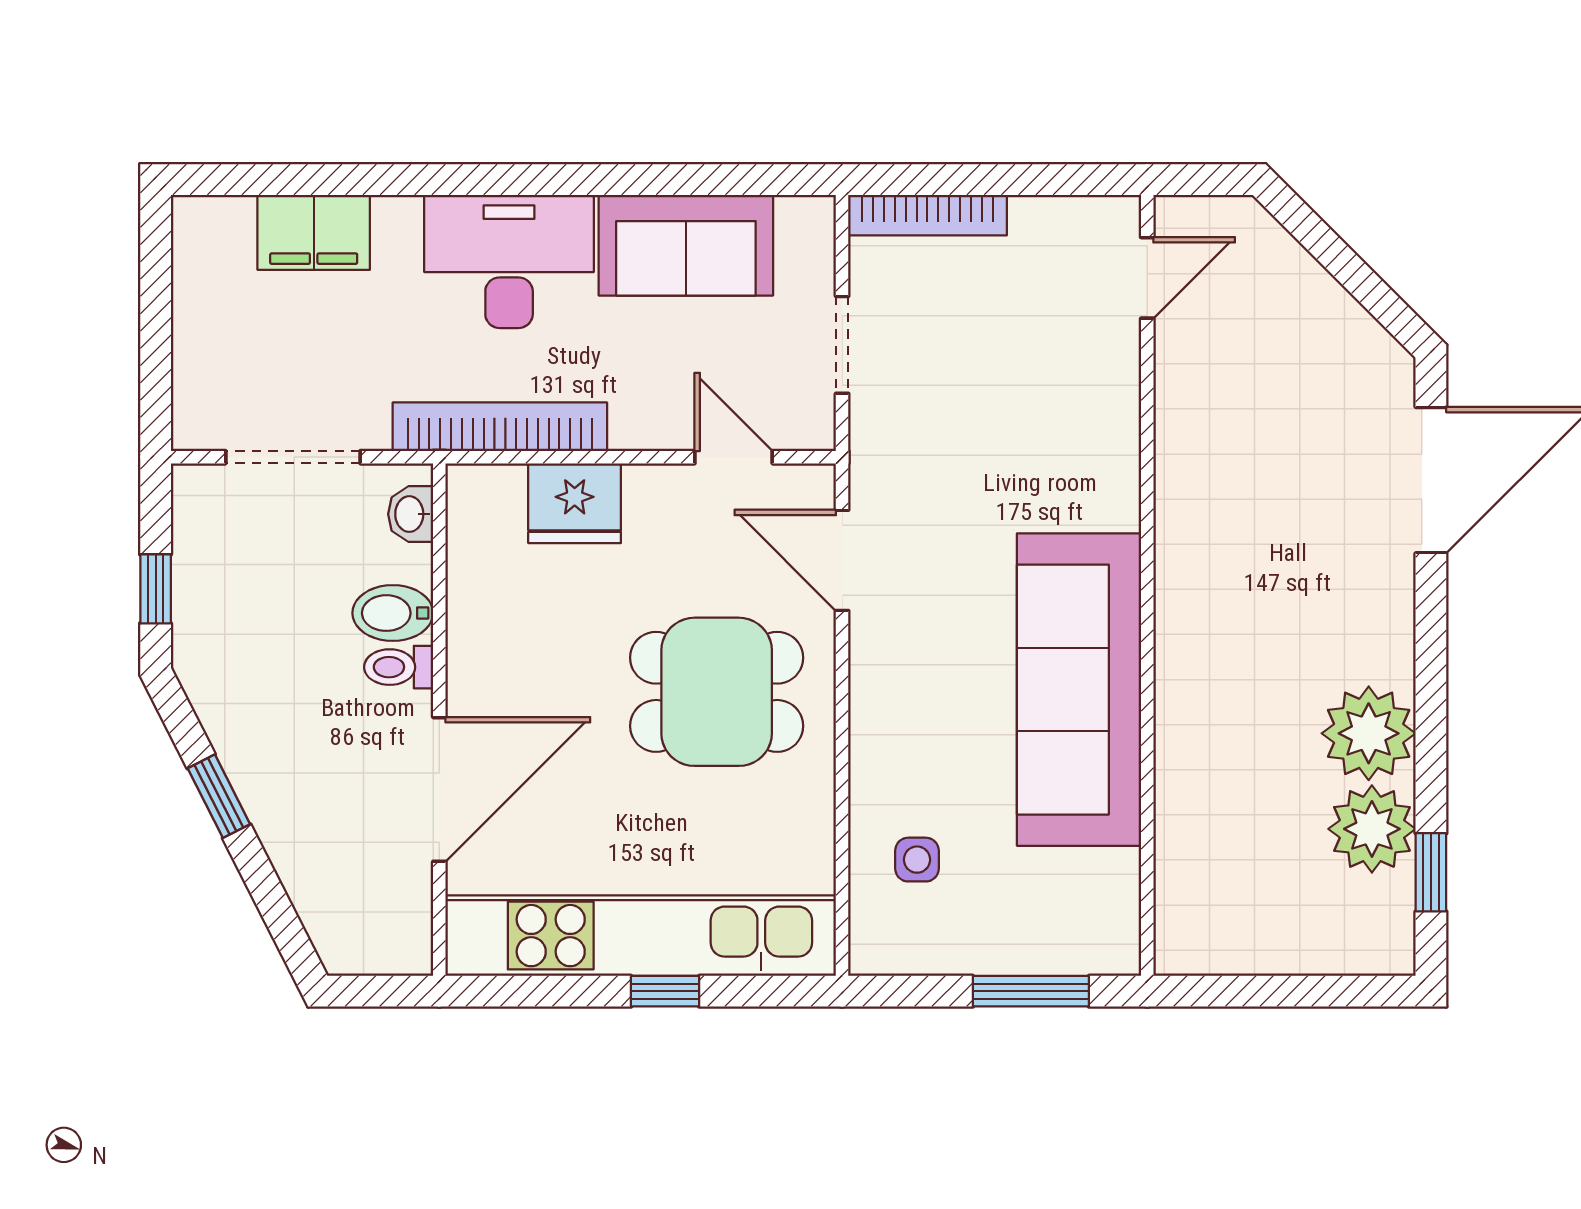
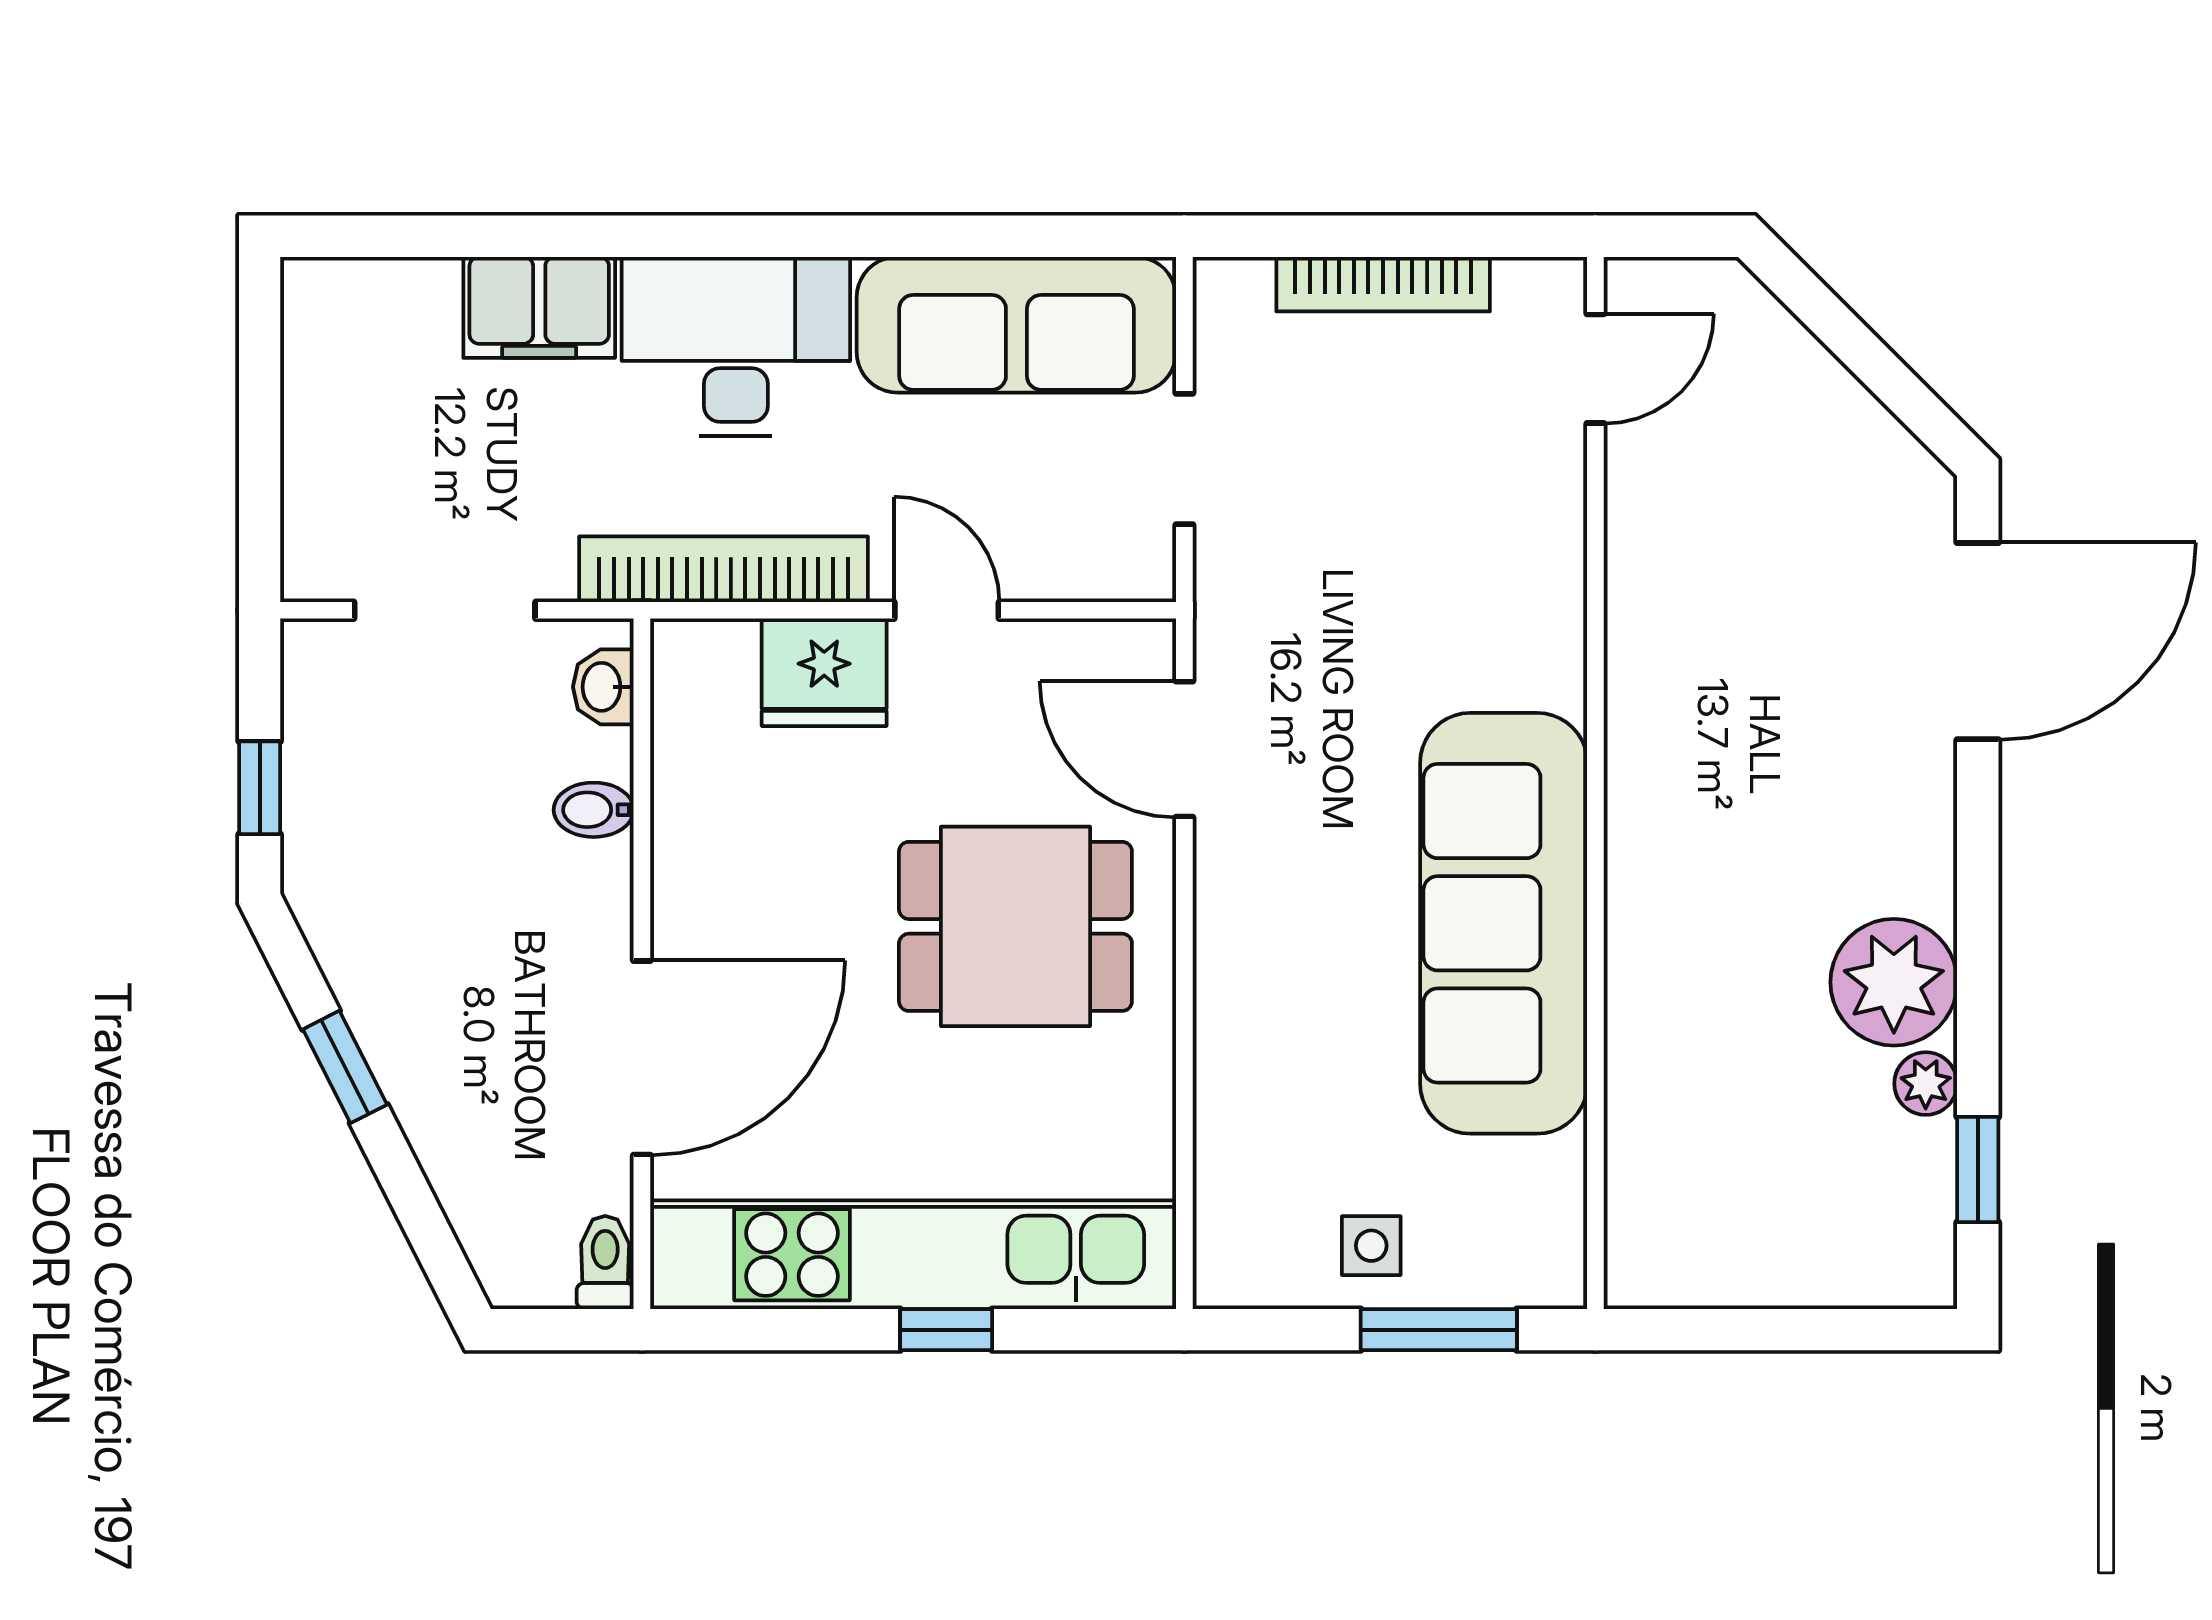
bookcase: (927, 215) -> (1383, 284), moved
filing cabinet: (314, 232) -> (539, 307), moved
sofa: (686, 245) -> (1016, 325), width x1.36
door: (734, 457) -> (947, 610), moved
bidet: (393, 613) -> (594, 810), width x0.72, depth x0.74
toilet: (399, 667) -> (605, 1262), moved, turned 90
plant: (1372, 829) -> (1926, 1084), width x0.53, depth x0.53
side table: (917, 860) -> (1371, 1246), moved

